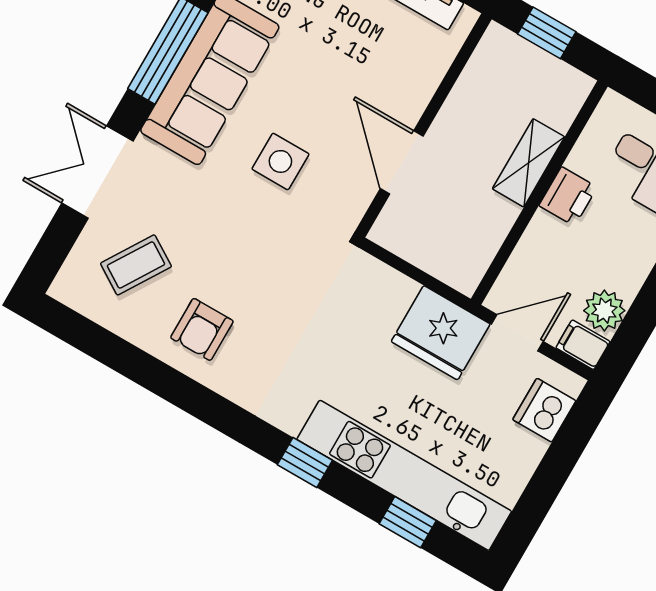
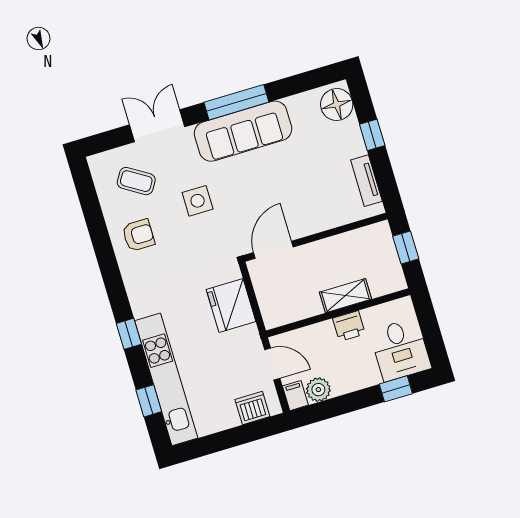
side table: (280, 161) -> (198, 201), moved
door: (402, 162) -> (273, 250), moved
armchair: (202, 329) -> (138, 235), turned 180
fridge: (441, 333) -> (231, 305), moved

